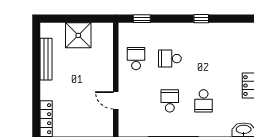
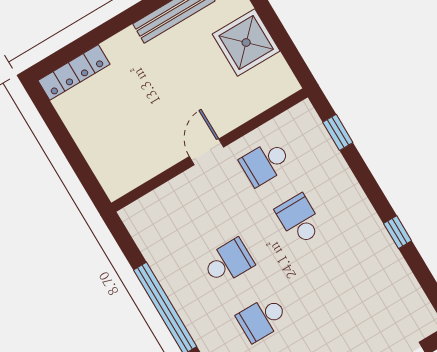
school desk: (136, 59) -> (265, 163), turned 180
door: (116, 100) -> (206, 152), moved

